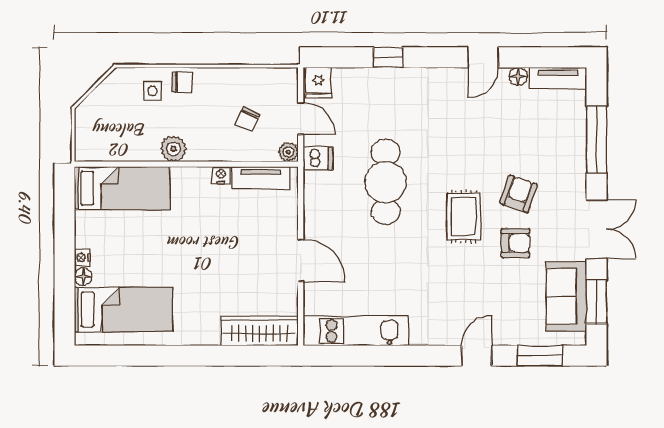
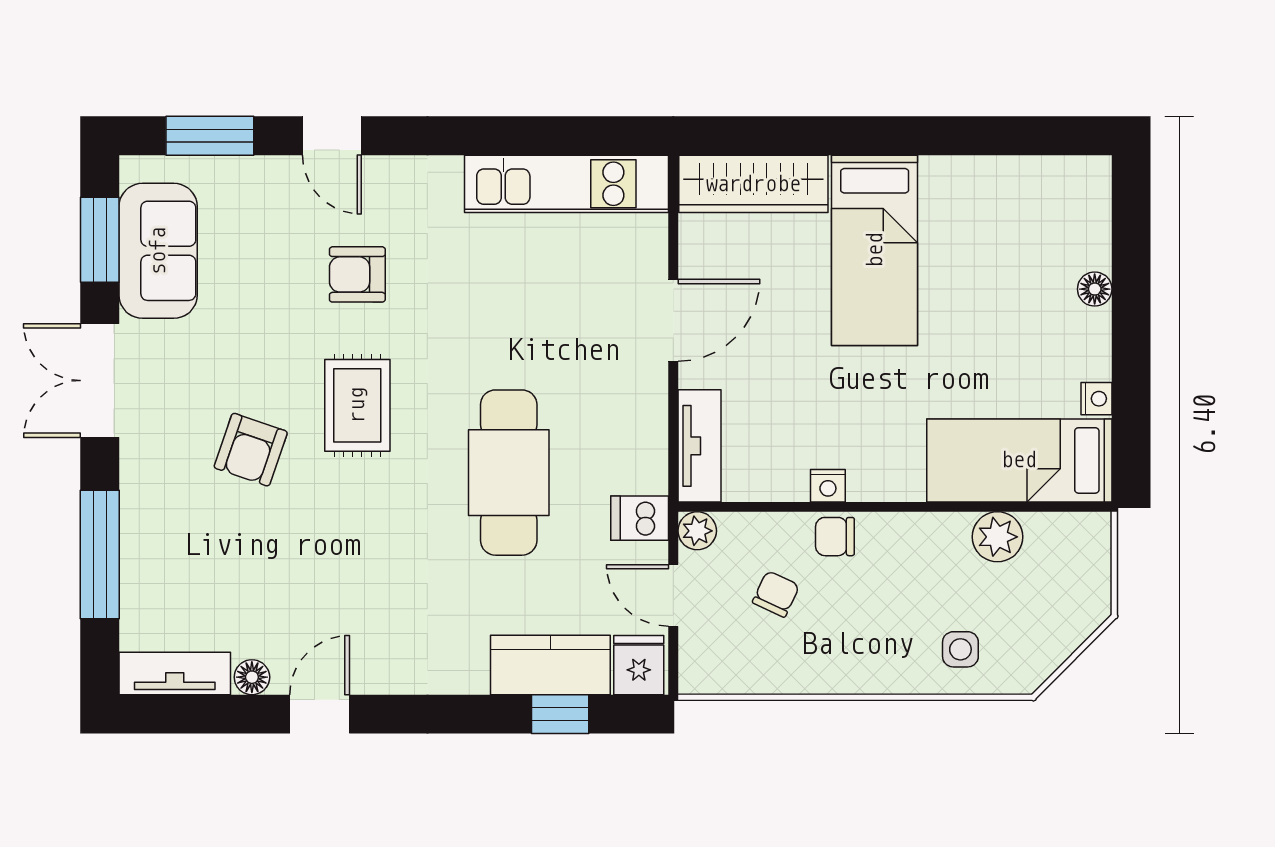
window: (388, 57) -> (560, 714), moved
chair: (182, 82) -> (835, 537), moved
kitchen counter: (364, 83) -> (550, 665), added
plant: (173, 149) -> (997, 537), moved
tv unit: (261, 178) -> (700, 446), moved, turned 90
armchair: (515, 243) -> (357, 274), moved
nightstand: (82, 257) -> (1096, 399), moved
door: (301, 260) -> (673, 320), swing flipped
bed: (124, 310) -> (875, 250), moved, turned -90
door: (477, 356) -> (332, 136), hinge flipped

